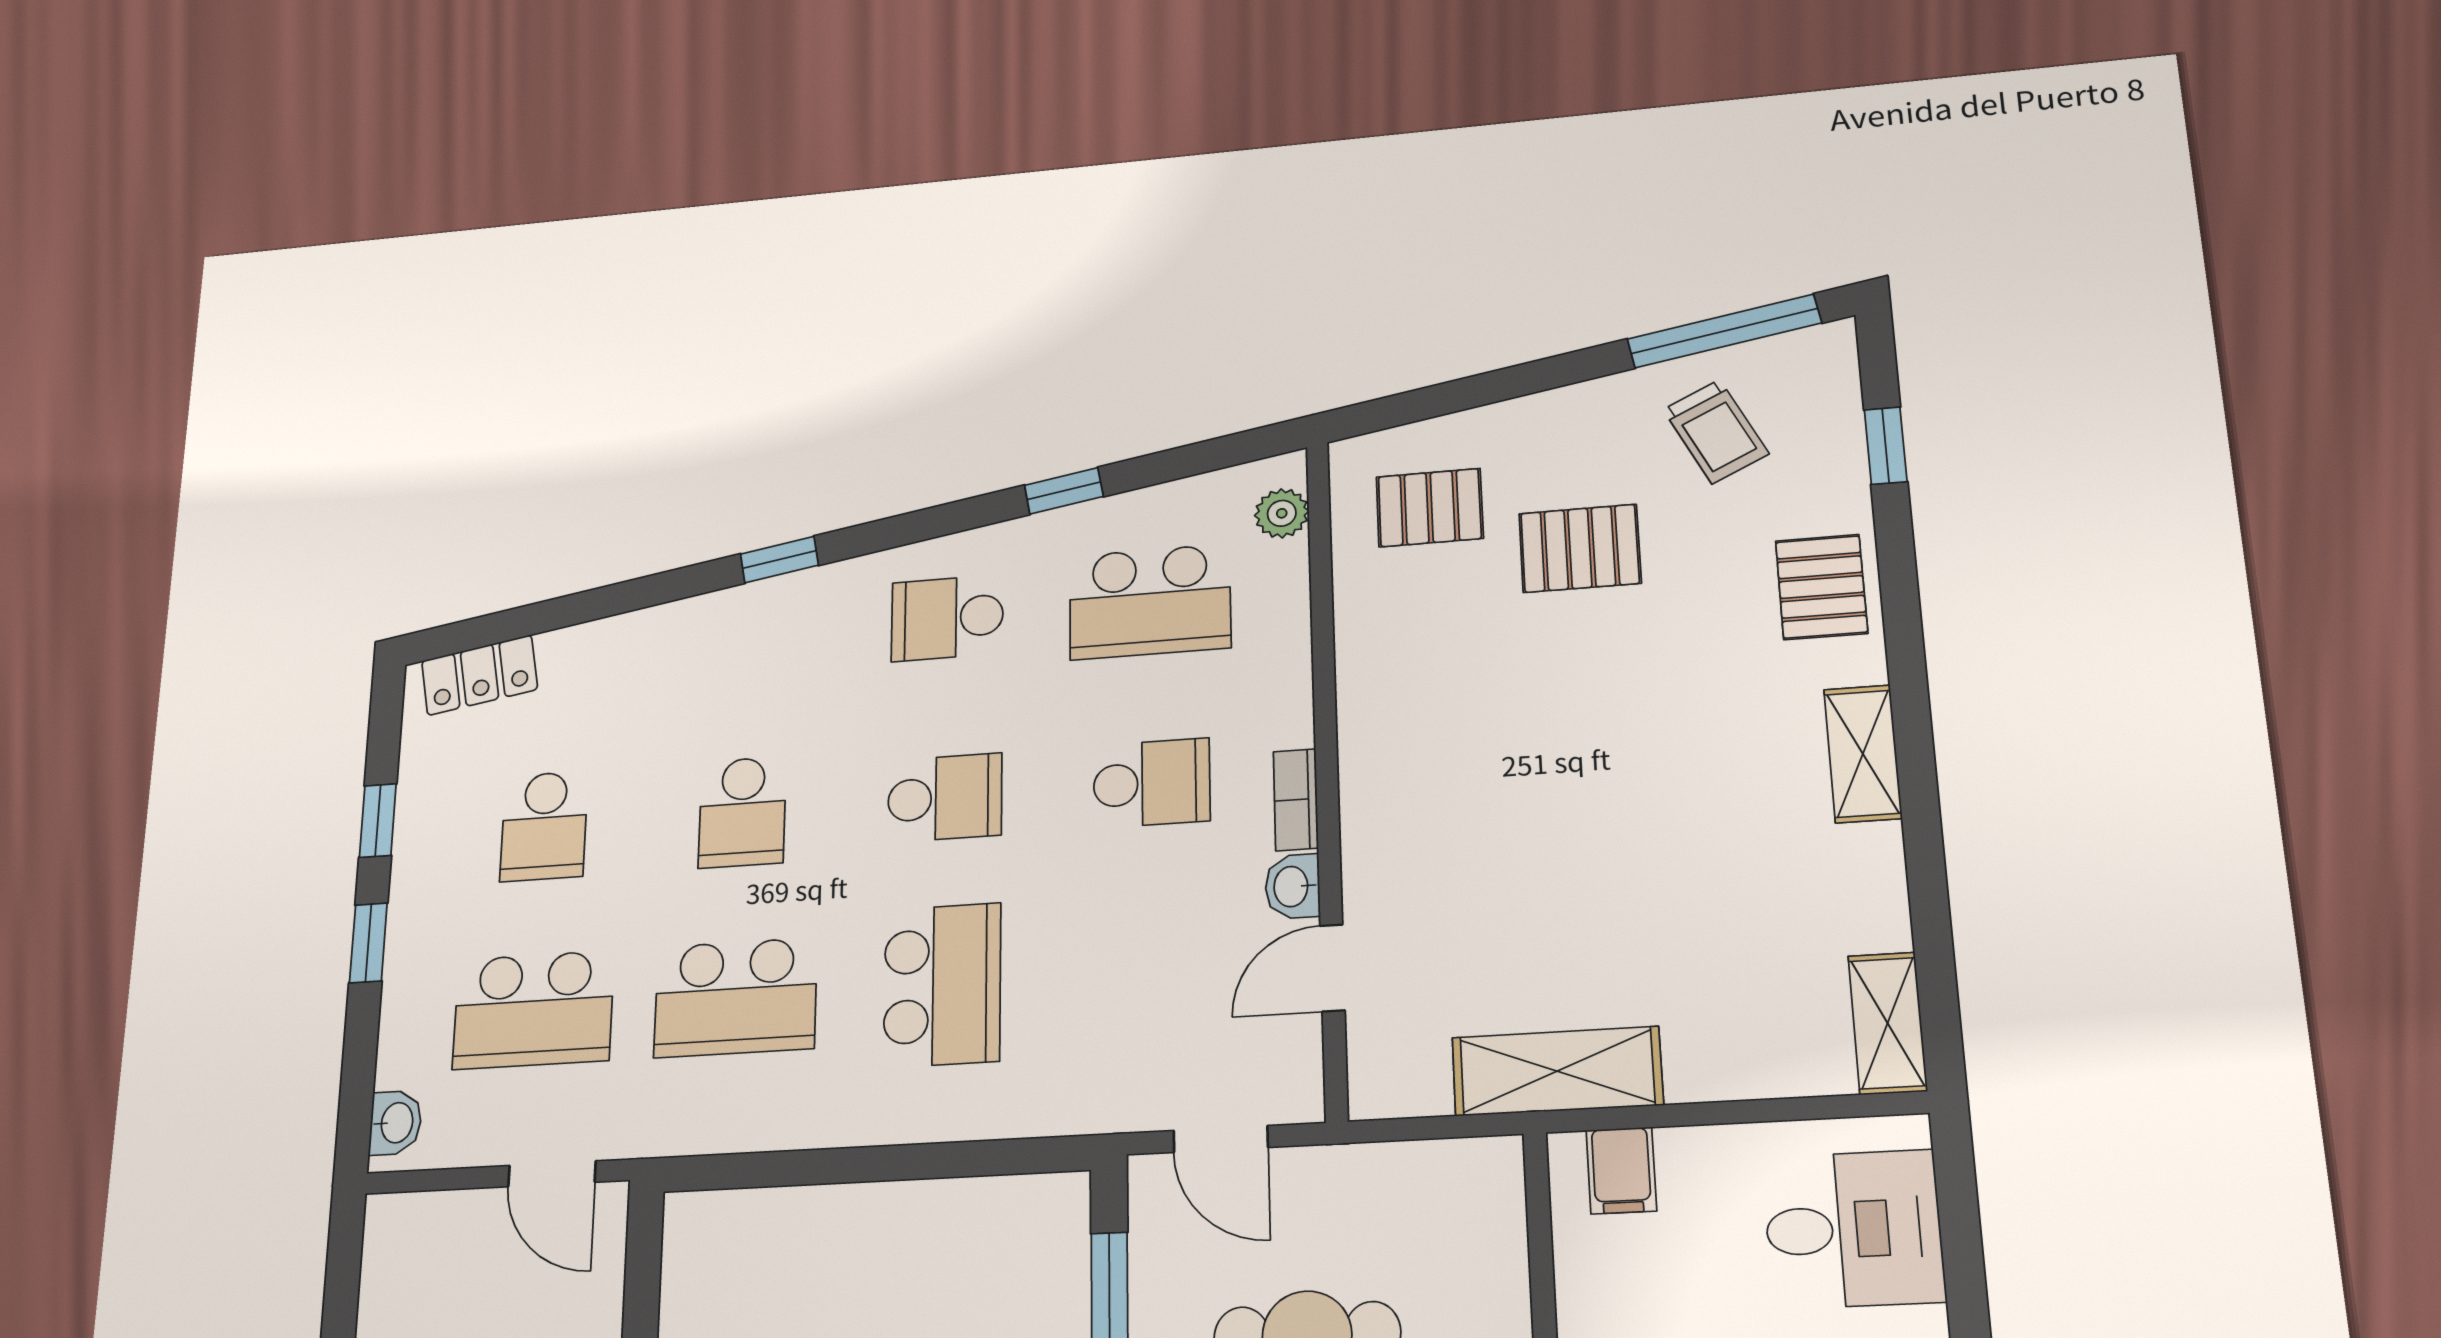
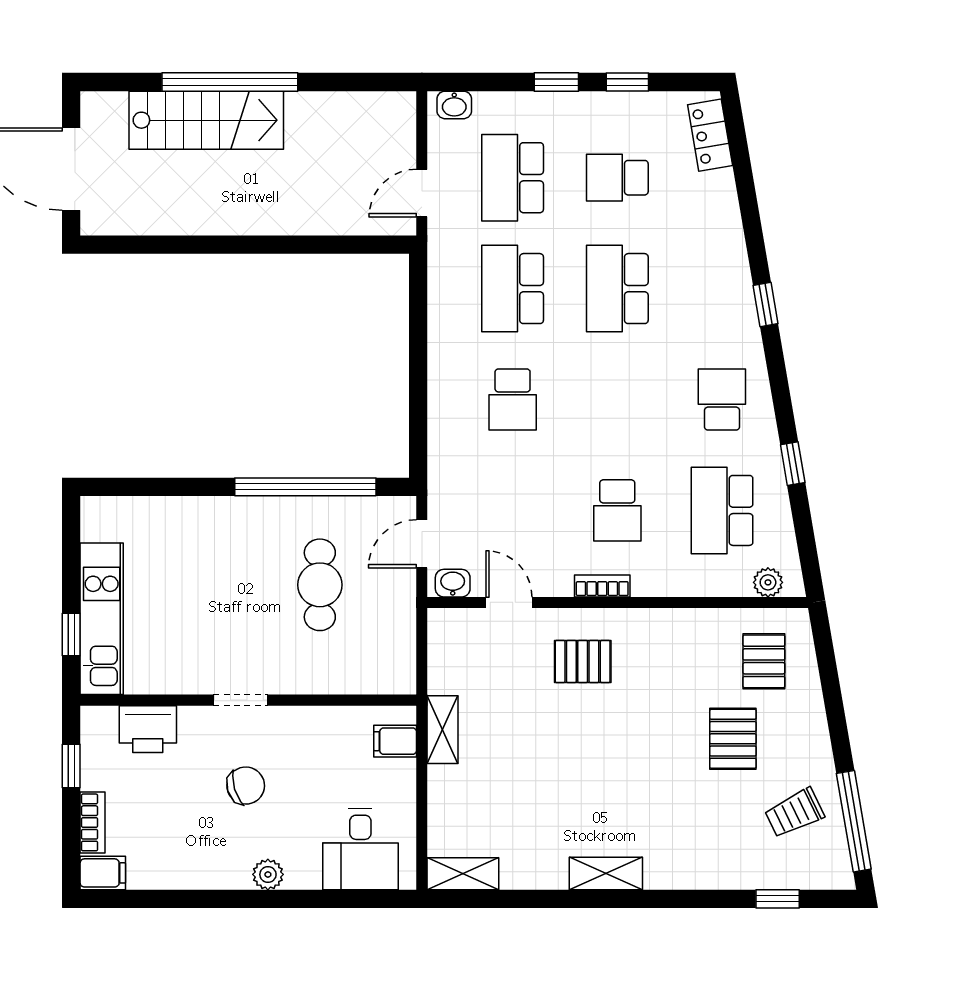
pallet: (1821, 587) -> (583, 662), moved
school desk: (945, 798) -> (617, 400), removed
school desk: (742, 812) -> (617, 289), width x1.85
washbasin: (1292, 887) -> (453, 583), moved
school desk: (942, 985) -> (513, 400), width x0.54
shelving: (1557, 1071) -> (443, 730), width x0.67, depth x0.75

